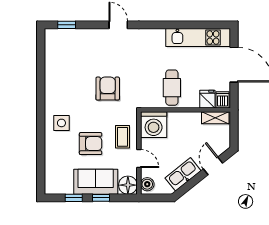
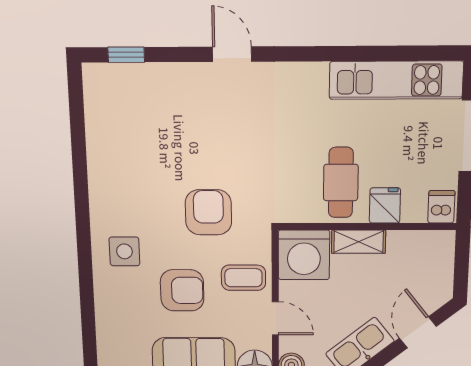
armchair: (108, 89) -> (208, 212), moved
fridge: (207, 99) -> (385, 205), moved
shelving: (215, 118) -> (359, 242), moved
coffee table: (122, 137) -> (243, 278), turned 90

